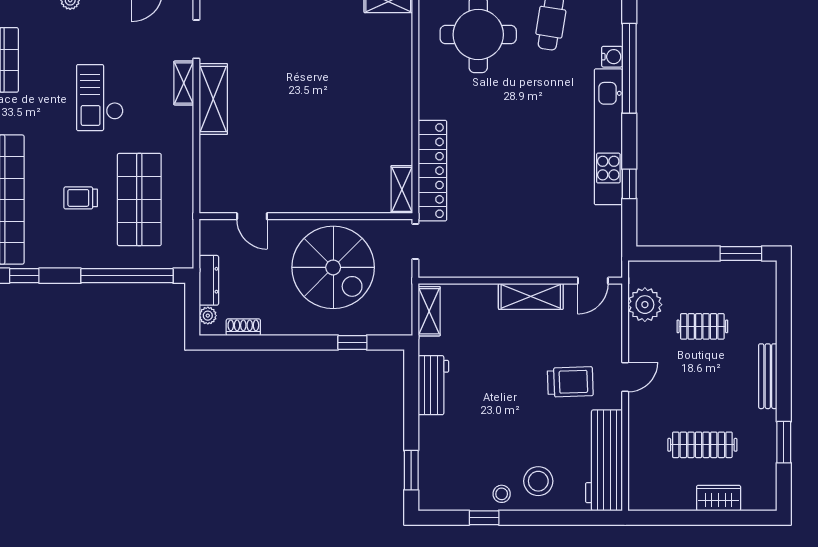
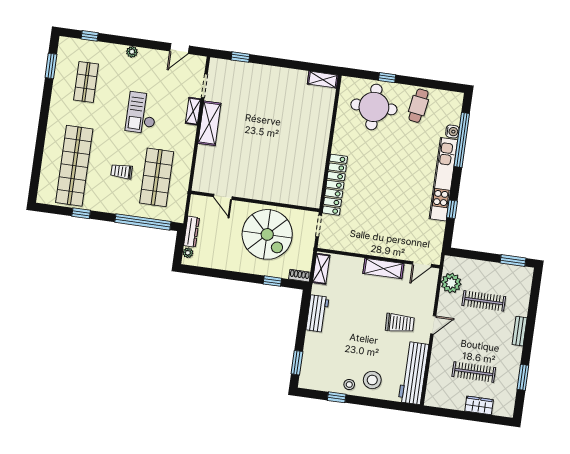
shelving: (402, 189) -> (315, 193), removed
clothes rail: (702, 326) -> (484, 301), width x1.36
shoe rack: (243, 327) -> (300, 276), moved
bench: (768, 376) -> (520, 331), width x0.73

